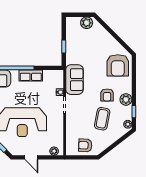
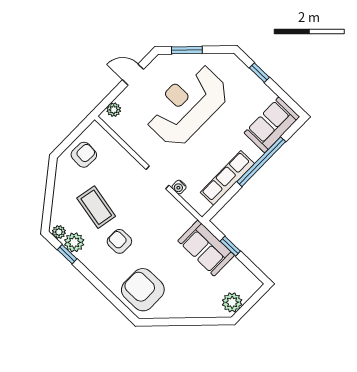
row of seats: (31, 75) -> (227, 178), width x1.48
sofa: (74, 80) -> (206, 248), moved
plant: (126, 99) -> (74, 242), moved

